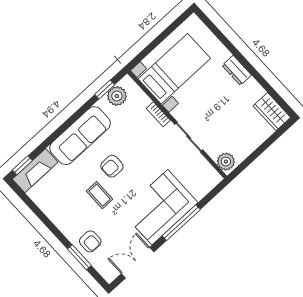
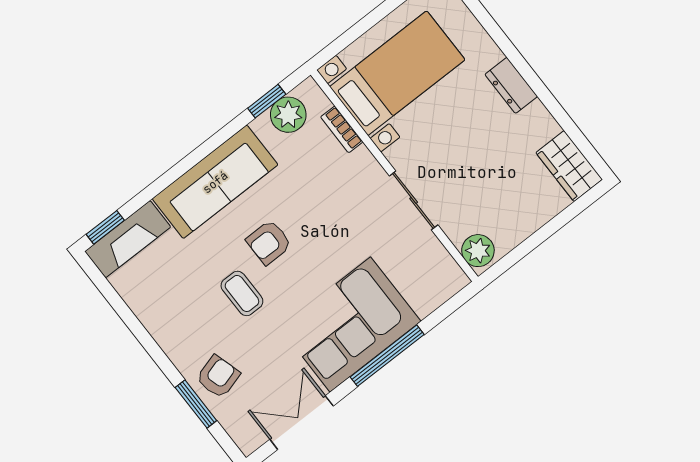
bookcase: (158, 114) -> (342, 129), moved
armchair: (90, 241) -> (218, 377), turned -106

